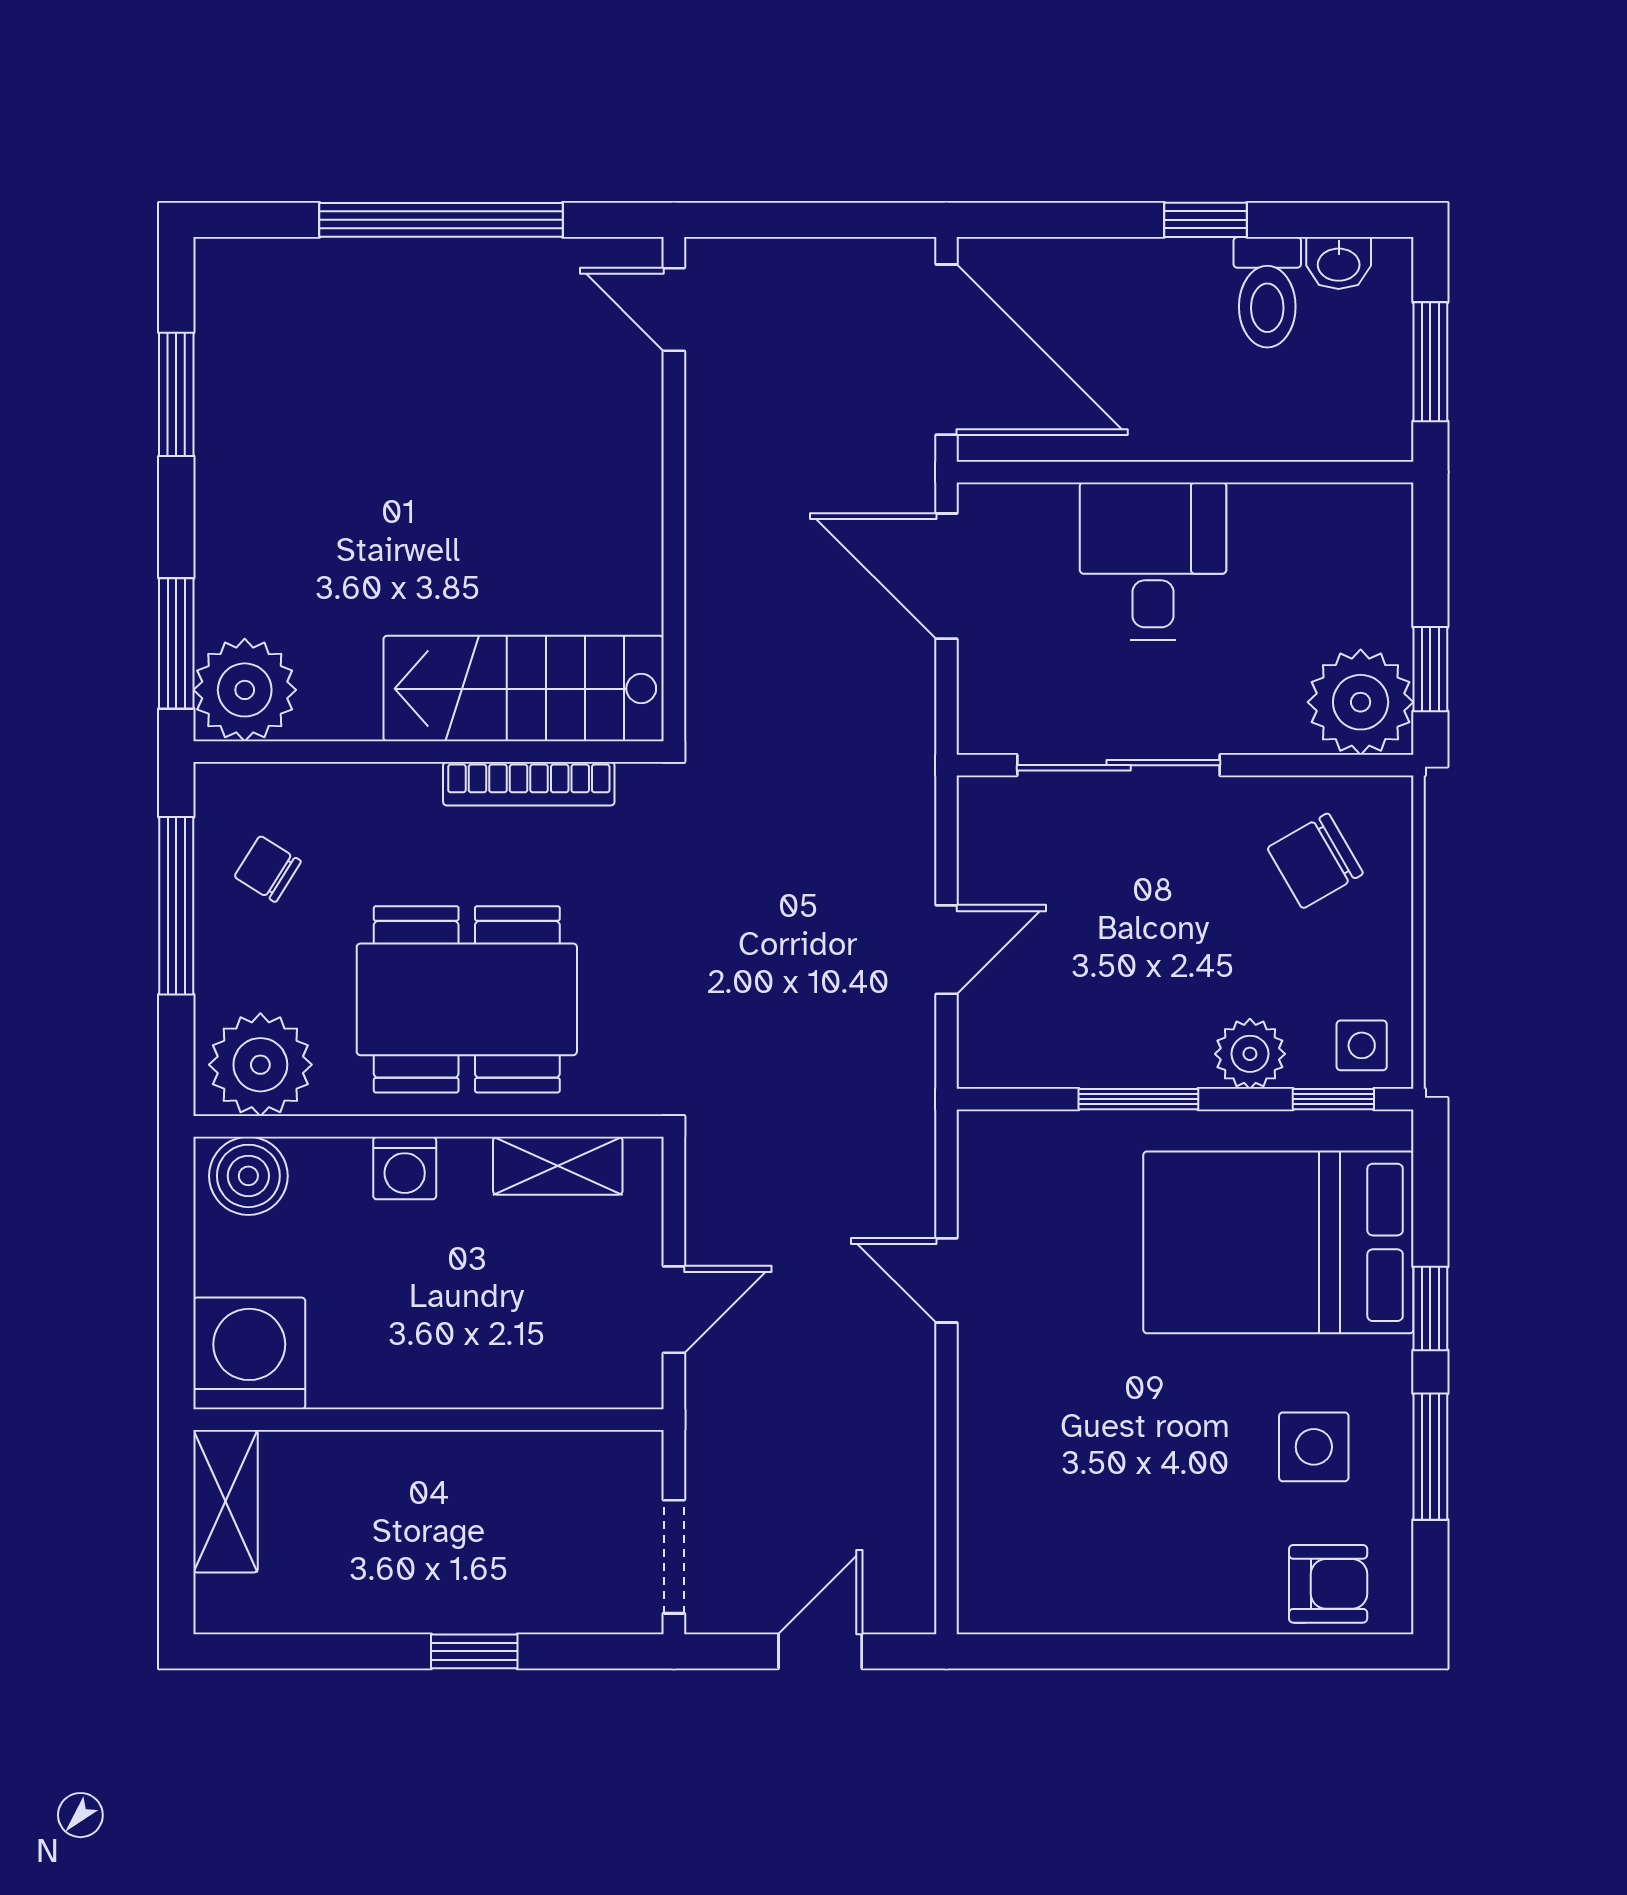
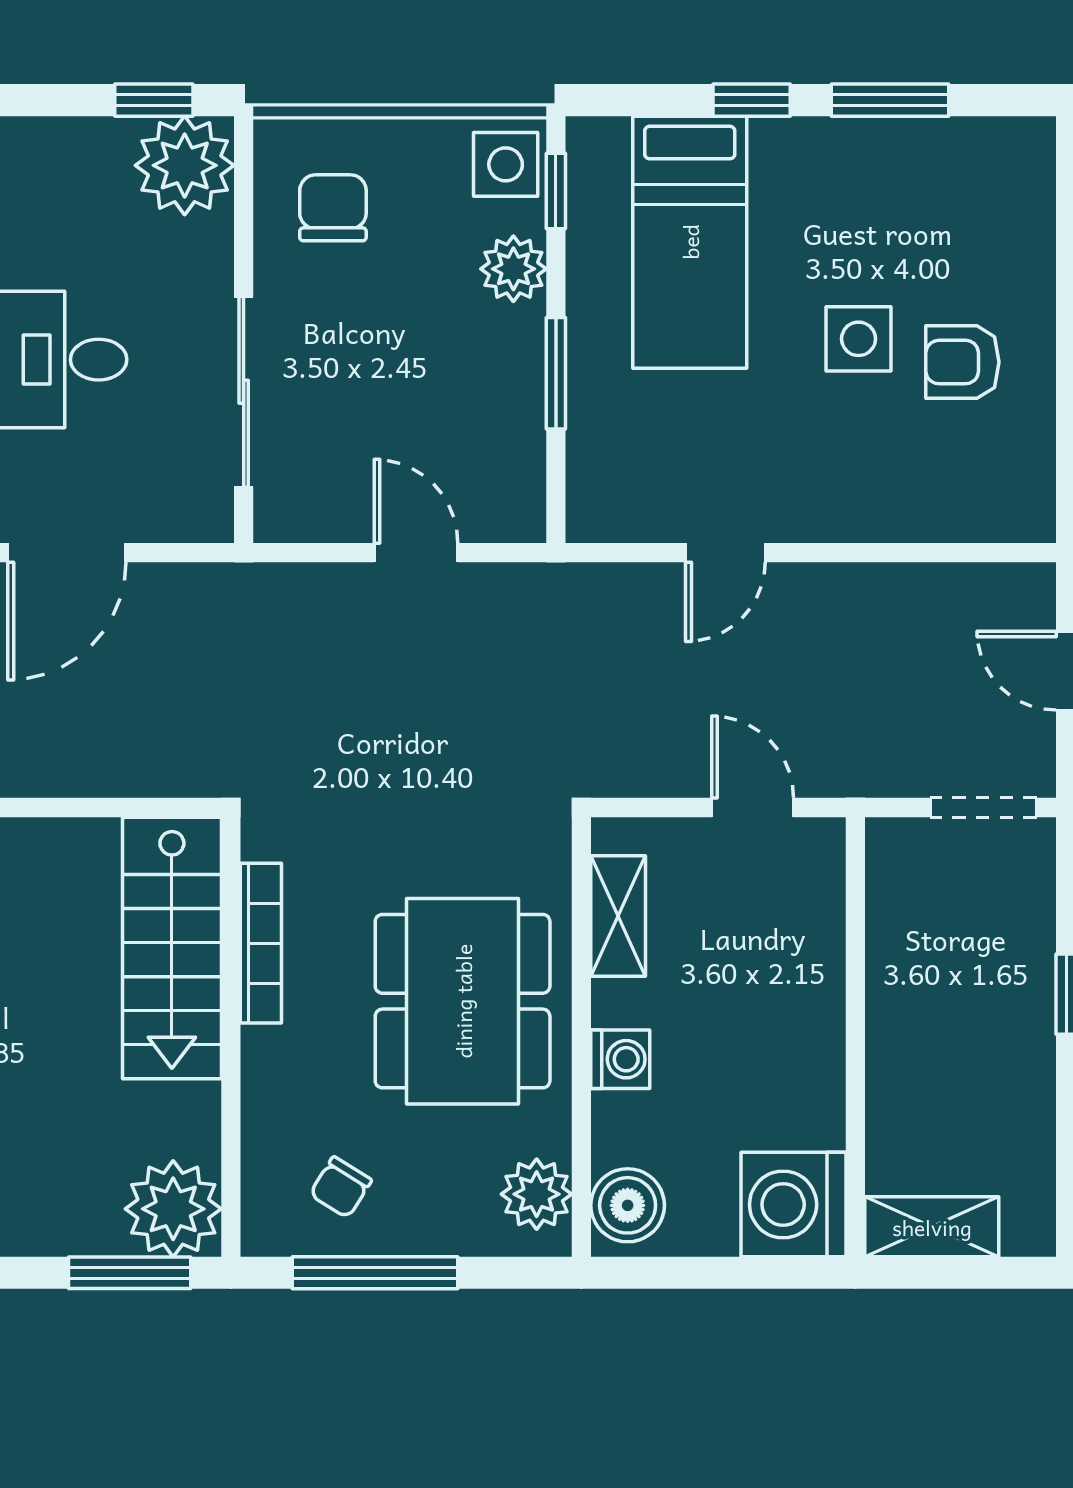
chair: (1315, 861) -> (333, 208), turned -150
side table: (1362, 1045) -> (506, 164), width x1.37, depth x1.37
plant: (260, 1065) -> (537, 1194), width x0.73, depth x0.73
bed: (1278, 1242) -> (690, 242), width x0.67
side table: (1314, 1447) -> (859, 339), moved
armchair: (1328, 1584) -> (962, 362), moved, turned -90

